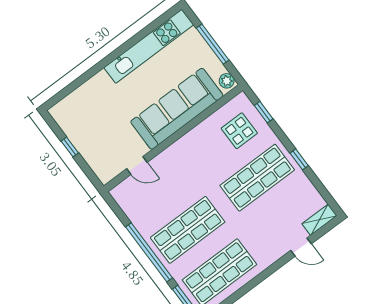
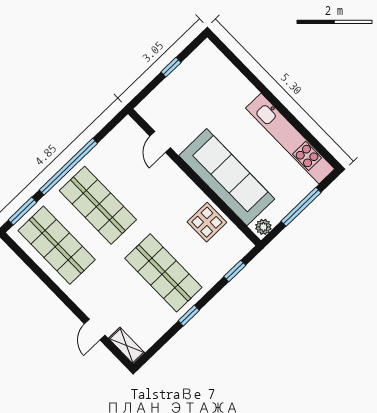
display table: (239, 131) -> (207, 222), moved

